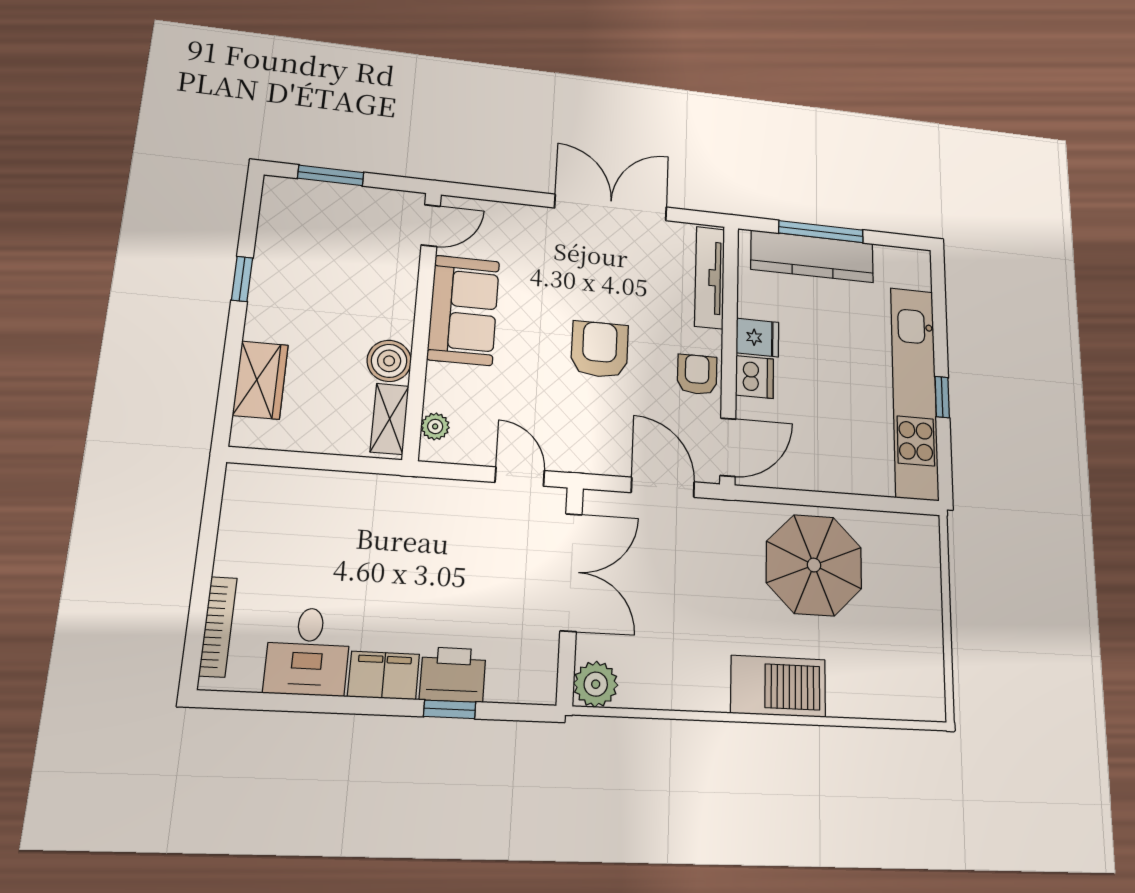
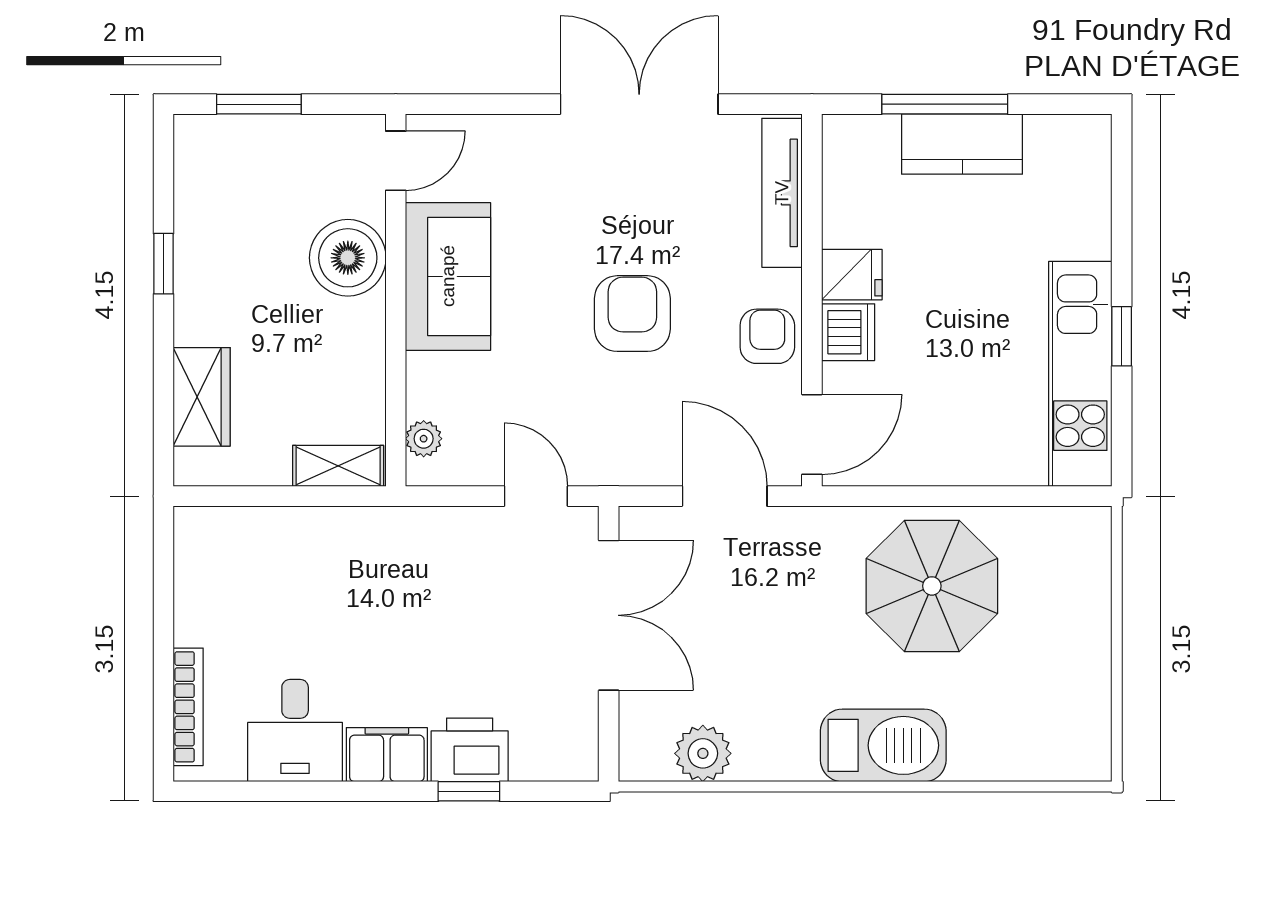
kitchen counter: (812, 256) -> (962, 144), width x0.67
boiler: (389, 361) -> (348, 258), moved, width x1.37, depth x1.37
kitchen unit: (914, 392) -> (1080, 374), width x0.73
shelving: (390, 419) -> (338, 466), moved, turned 90
plant: (596, 684) -> (703, 753), moved

